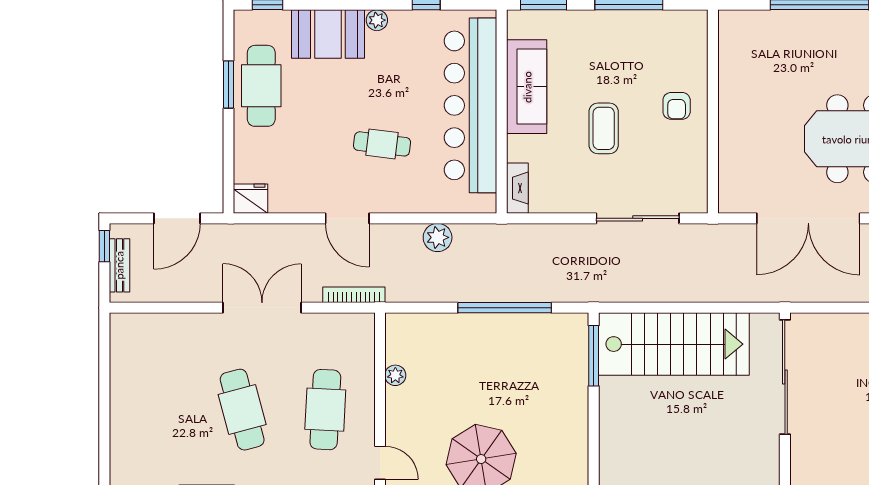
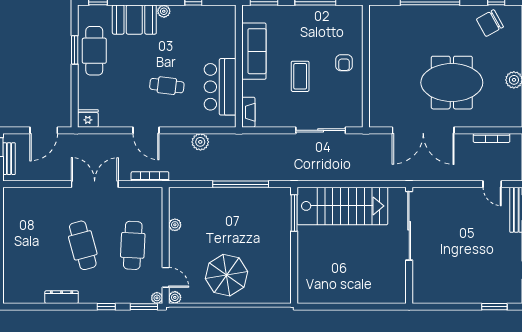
bar counter: (471, 105) -> (220, 87), width x0.54

